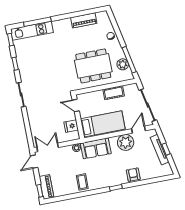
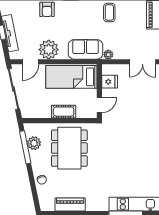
dining table: (93, 66) -> (69, 148), turned 90
cot: (114, 93) -> (64, 112), moved
door: (76, 105) -> (99, 105), hinge flipped

